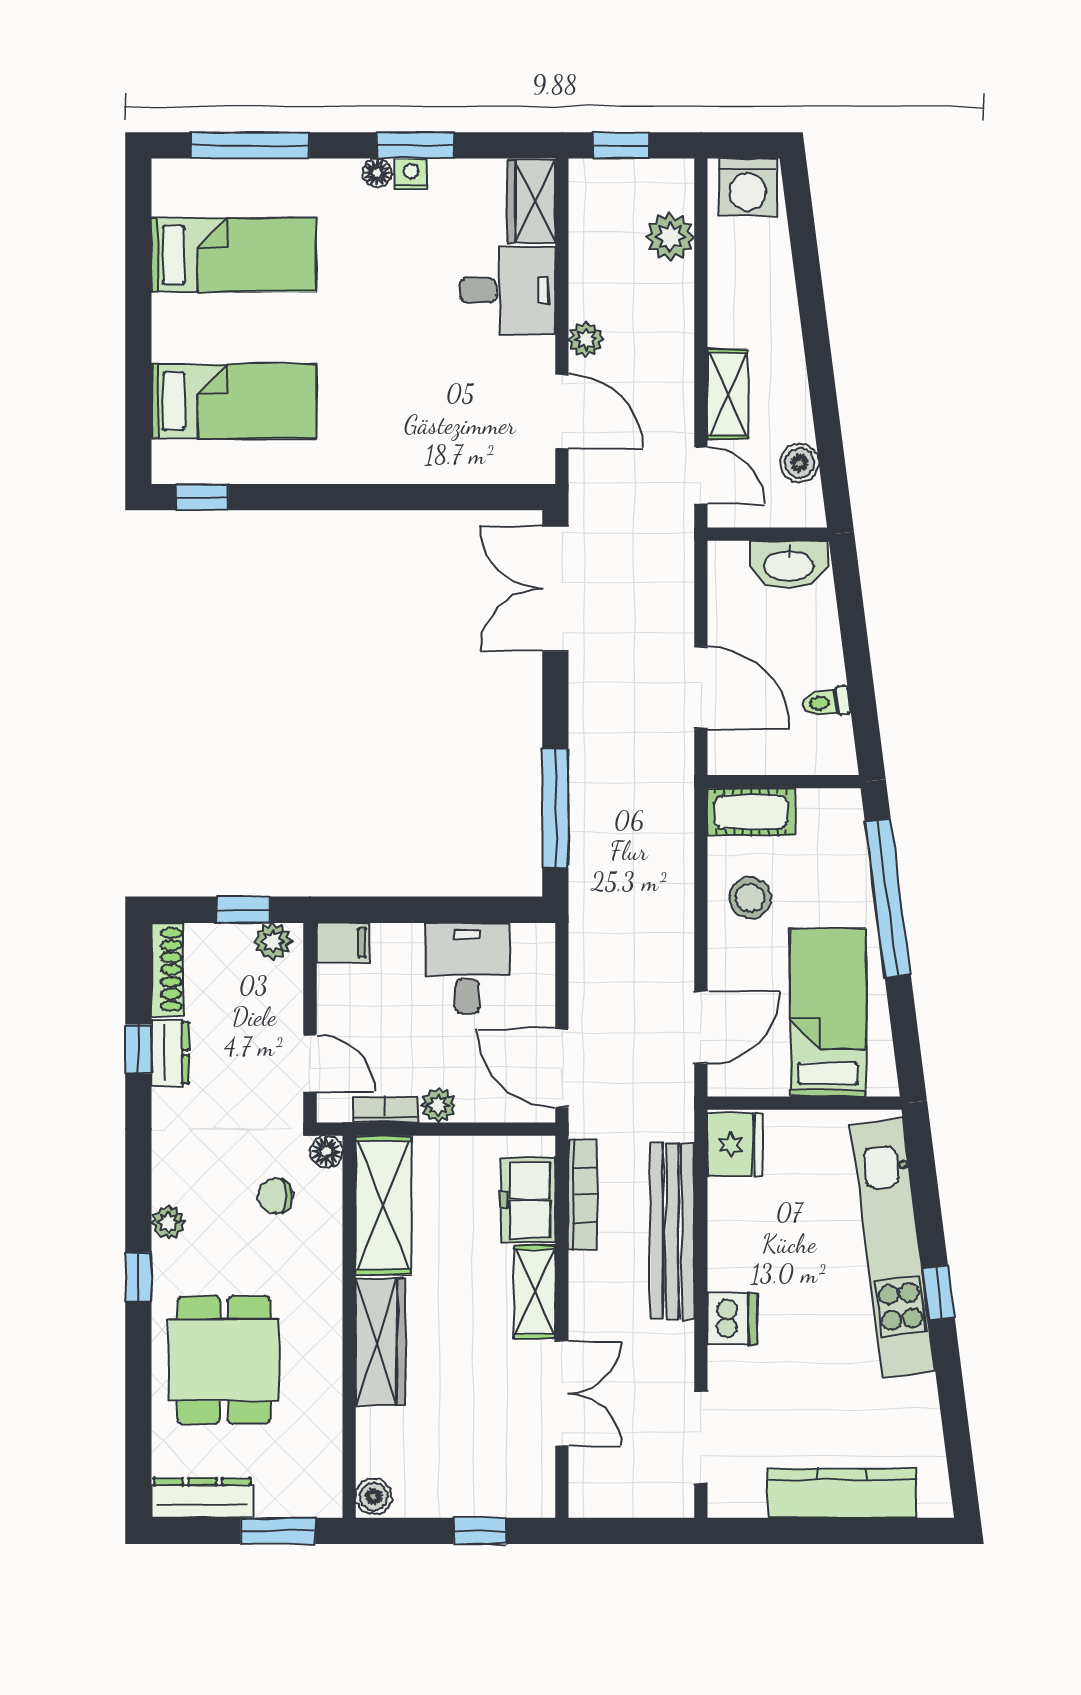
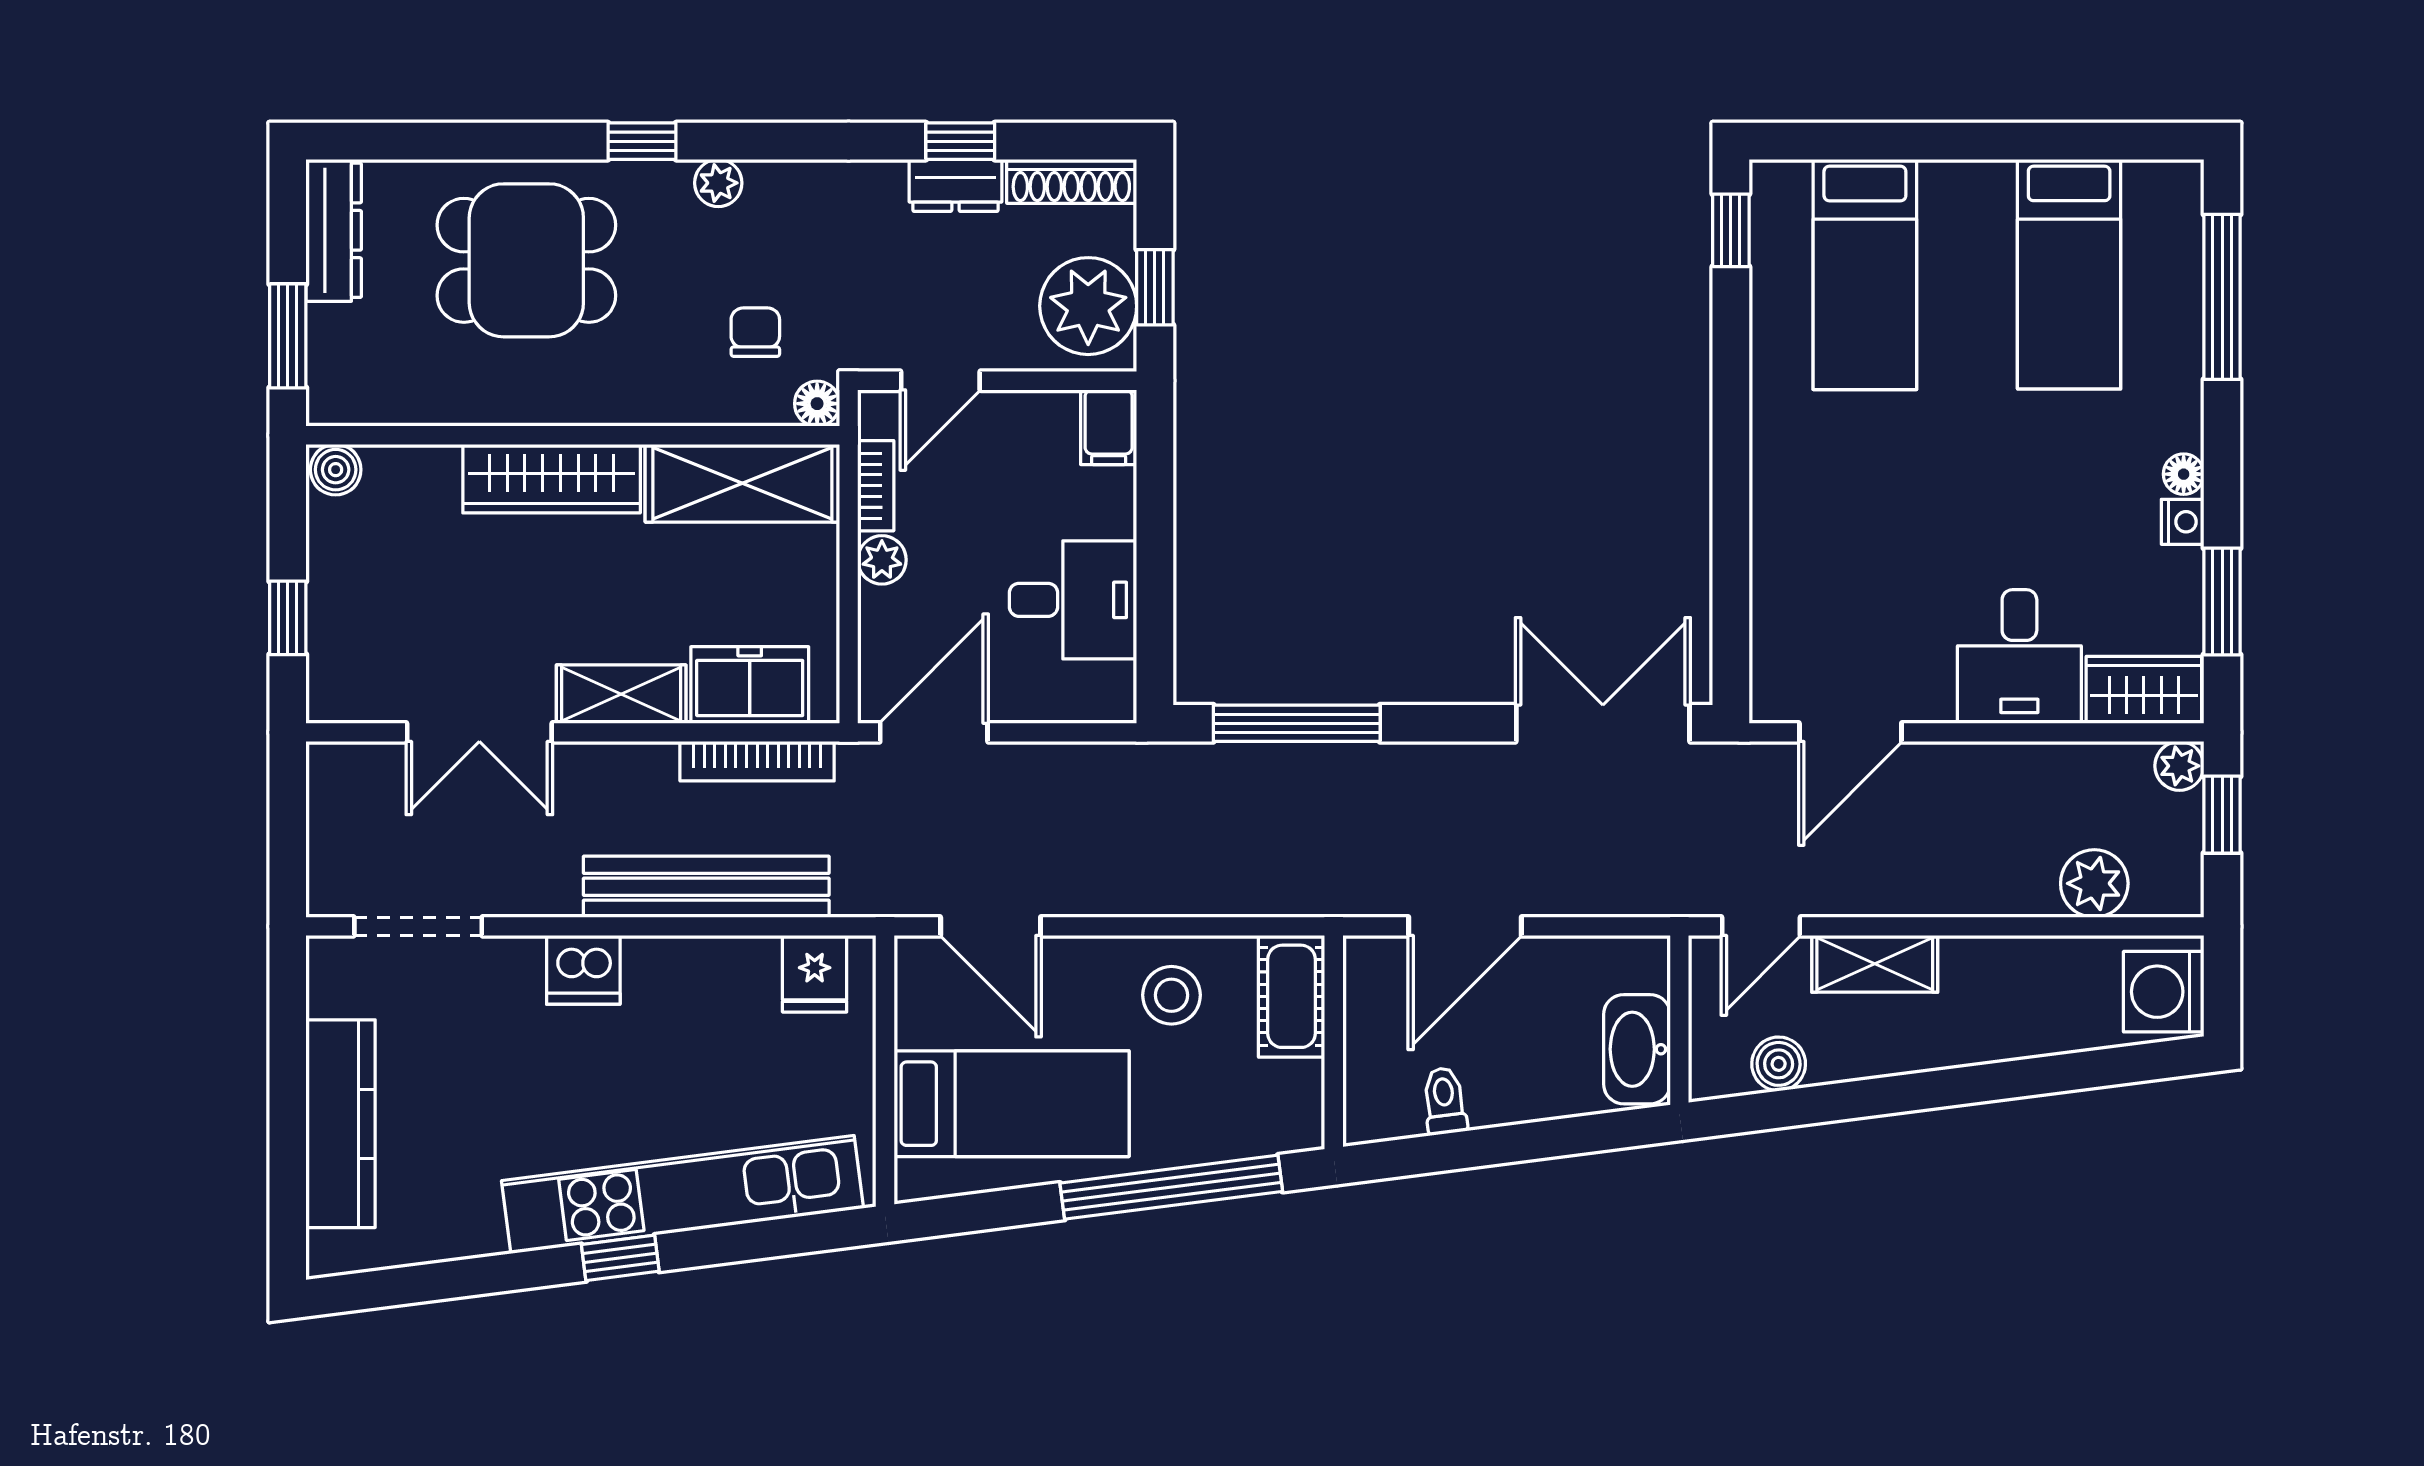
window: (415, 145) -> (2222, 601), moved
plant: (586, 339) -> (2179, 766), moved
plant: (273, 941) -> (1088, 306), width x1.87, depth x1.87
fridge: (735, 1145) -> (815, 974), width x0.72

